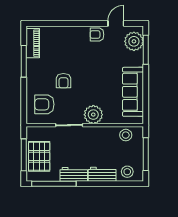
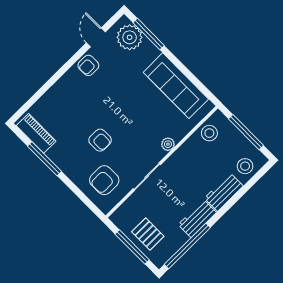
plant: (93, 115) -> (168, 144), width x0.53, depth x0.53
pallet: (39, 156) -> (148, 234), width x0.67, depth x0.71

